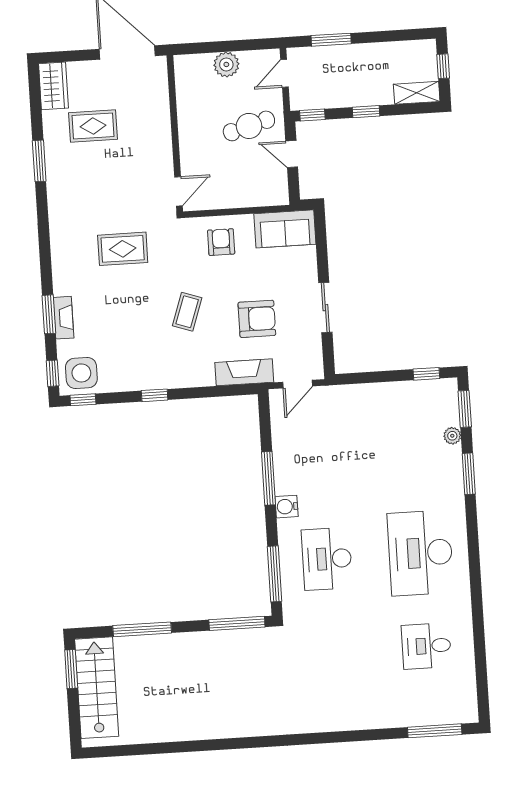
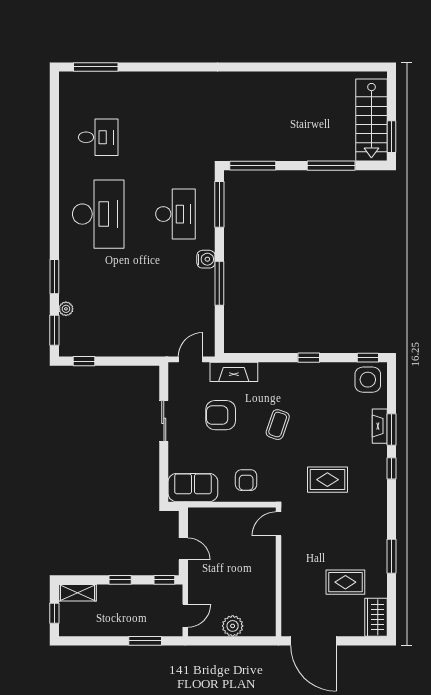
cafe table: (249, 126) -> (217, 574), removed
window: (53, 373) -> (392, 468), moved

